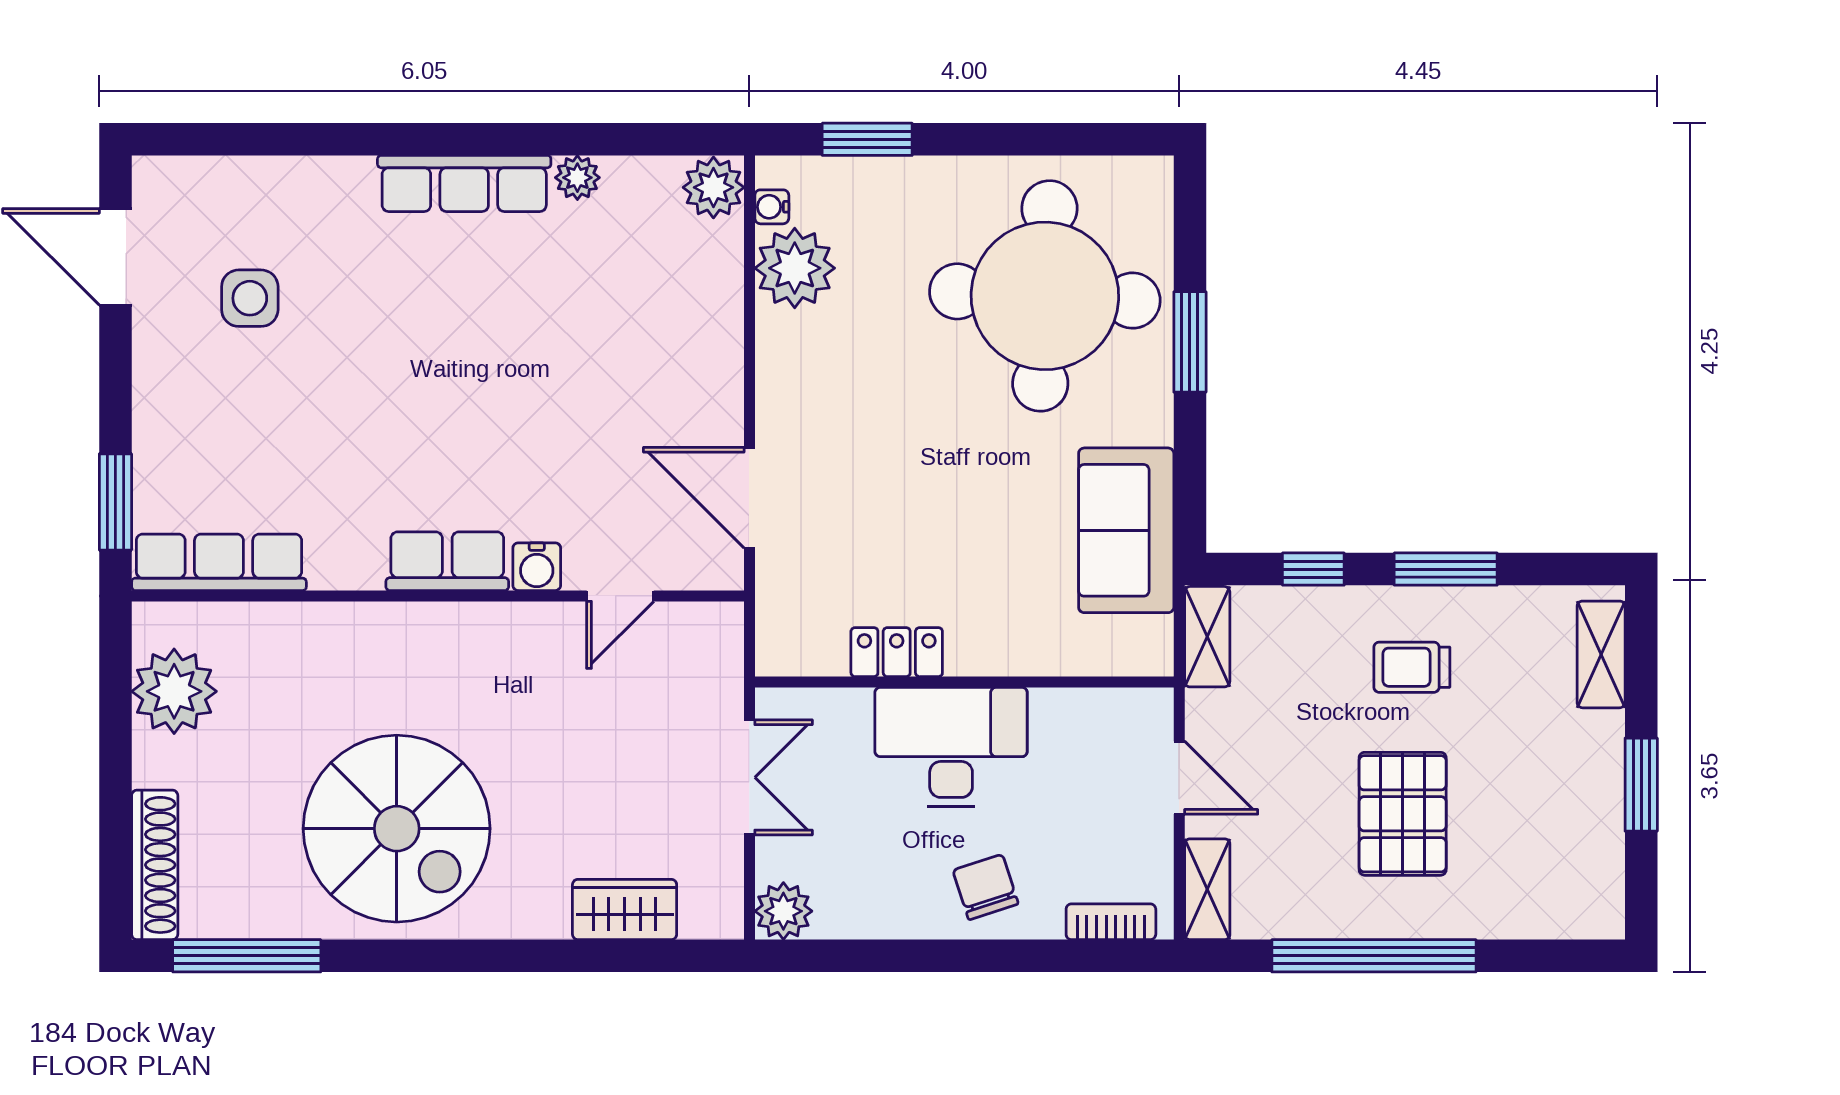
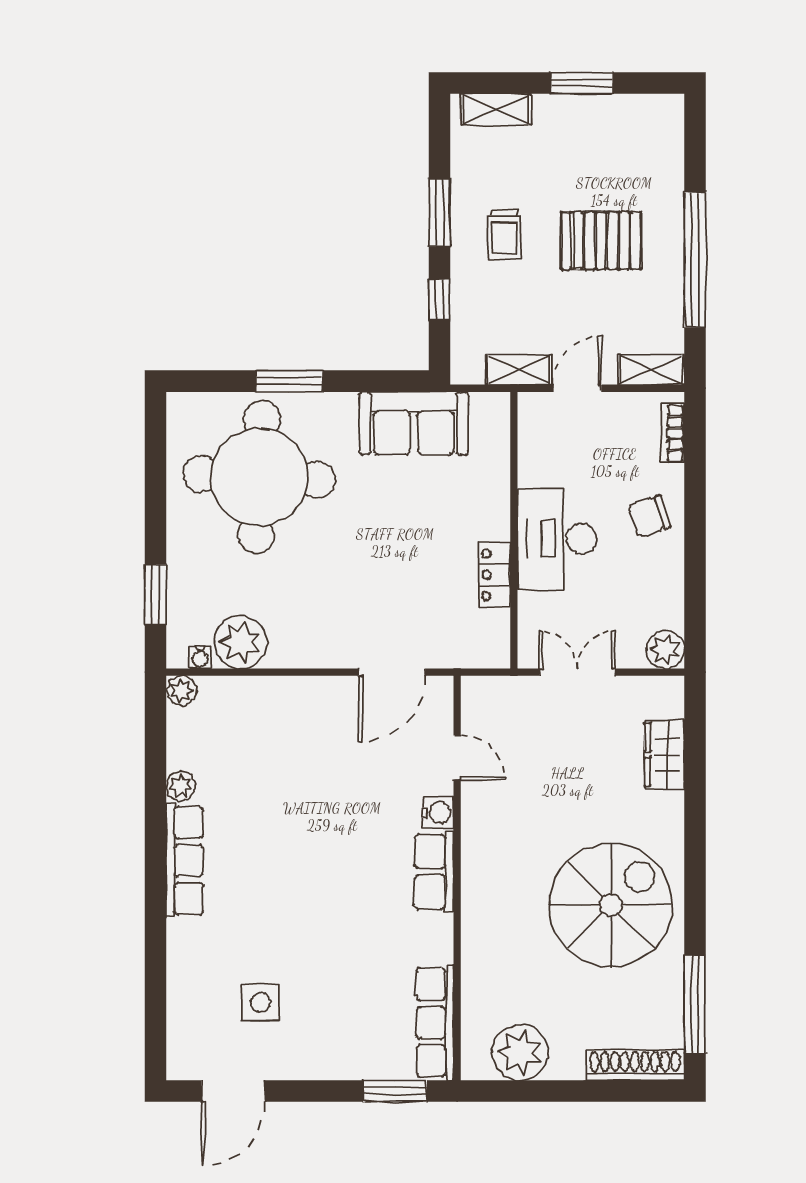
plant: (713, 187) -> (182, 690), width x0.73, depth x0.73
shelving: (1207, 637) -> (519, 370), moved

